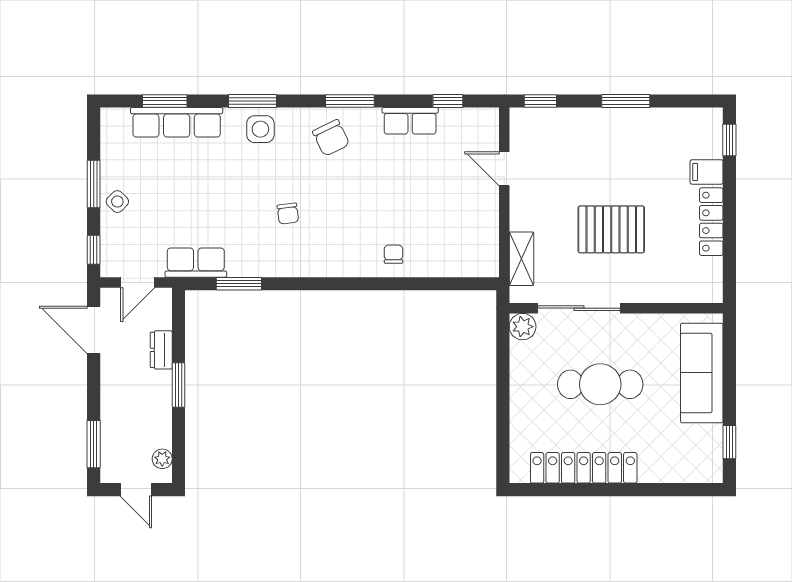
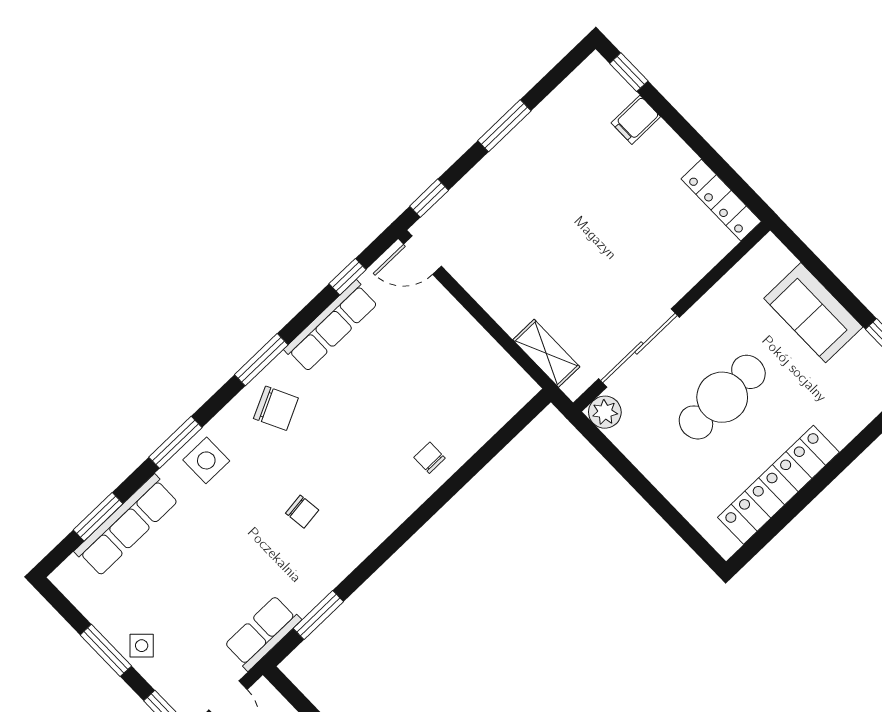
row of seats: (410, 121) -> (331, 326), width x1.48
door: (504, 169) -> (422, 255), moved
locker: (711, 222) -> (721, 200), moved
pallet: (611, 229) -> (601, 251), removed
sofa: (702, 373) -> (813, 313), width x0.73

